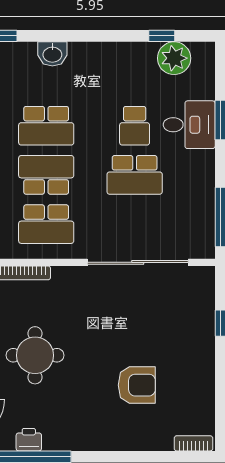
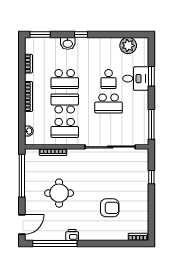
window: (162, 36) -> (81, 34), moved
printer: (29, 440) -> (72, 235), moved

